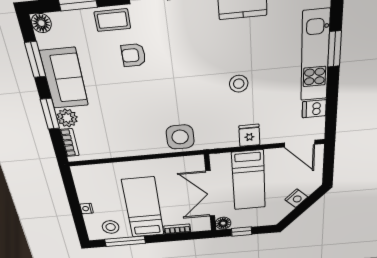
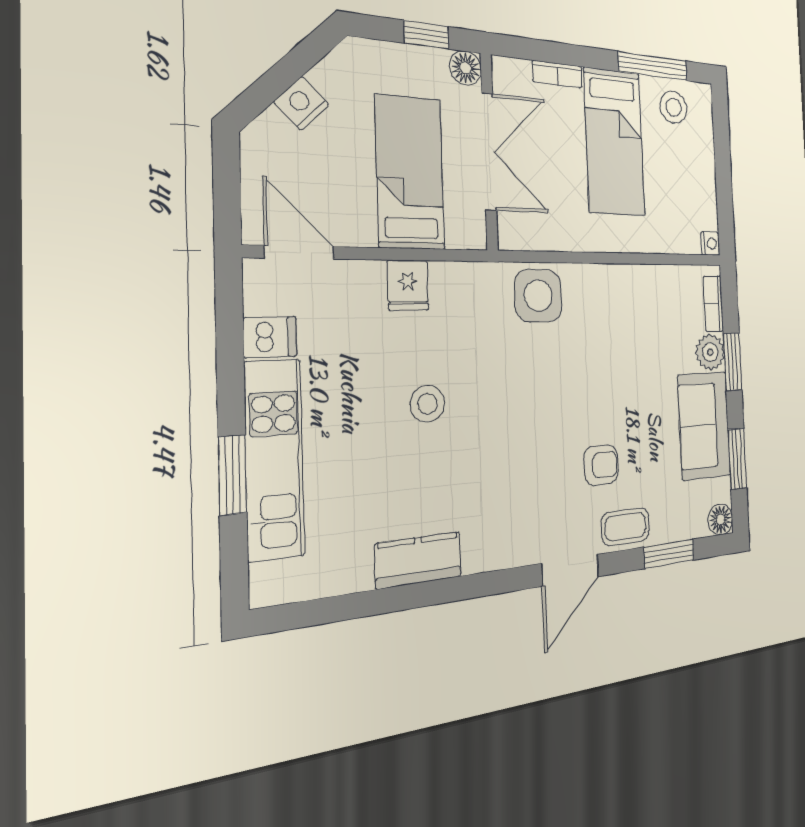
nightstand: (87, 209) -> (710, 244), moved

